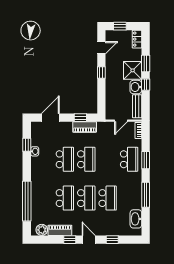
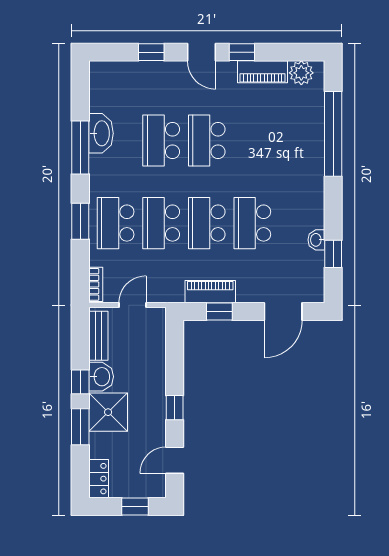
school desk: (65, 198) -> (161, 223), moved
washbasin: (136, 219) -> (101, 133), moved

